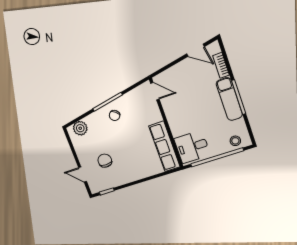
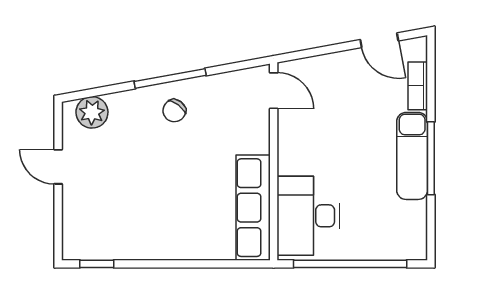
stool: (235, 141) -> (397, 242), removed
desk: (192, 147) -> (308, 216), width x1.37
chair: (105, 161) -> (118, 197), removed
door: (83, 175) -> (58, 167), moved

